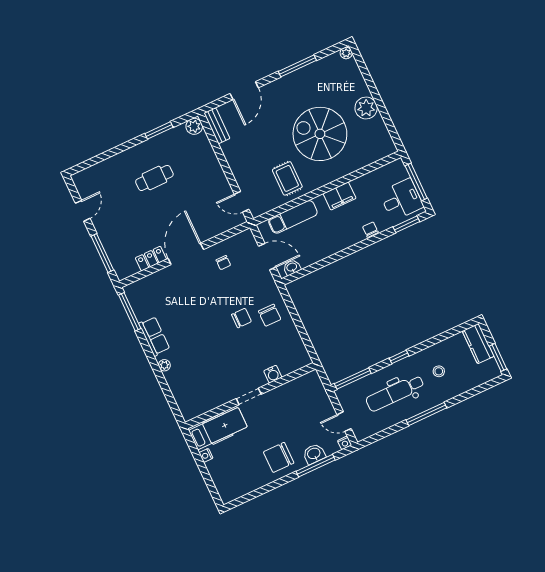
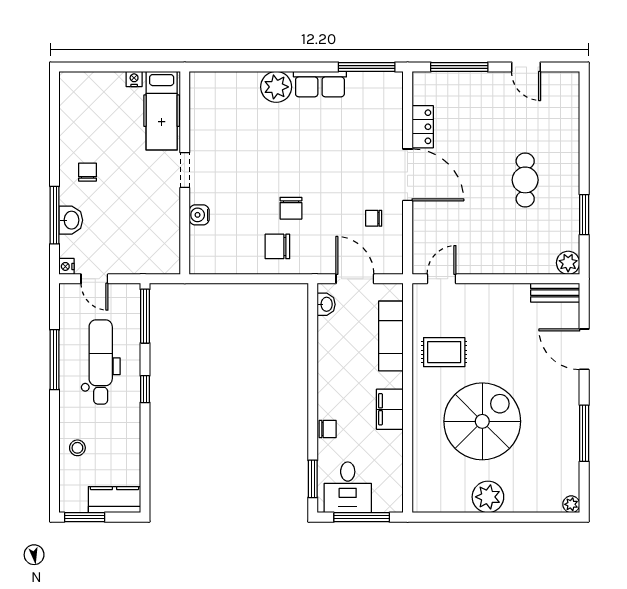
door: (267, 257) -> (355, 279), swing flipped
plant: (164, 365) -> (276, 87), width x1.88, depth x1.88
stool: (439, 371) -> (77, 448), moved
window: (426, 414) -> (55, 360), moved
door: (344, 422) -> (94, 279), swing flipped
chair: (279, 457) -> (88, 172), width x0.54, depth x0.54

